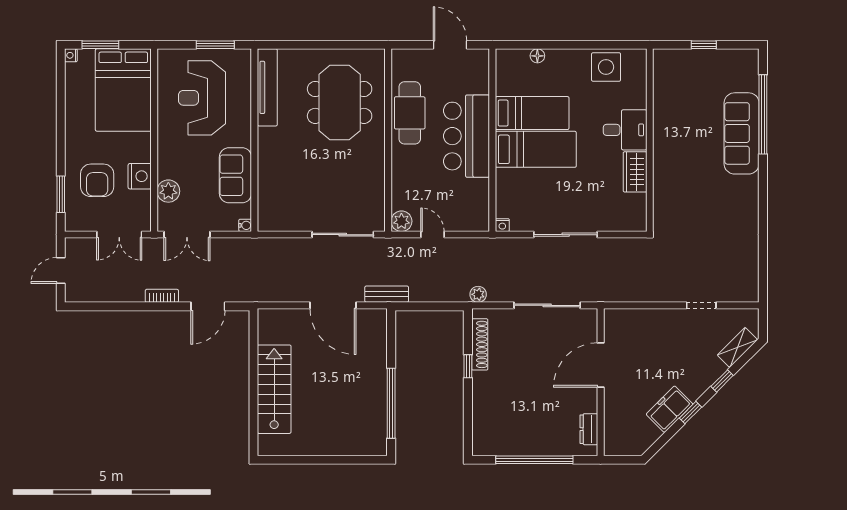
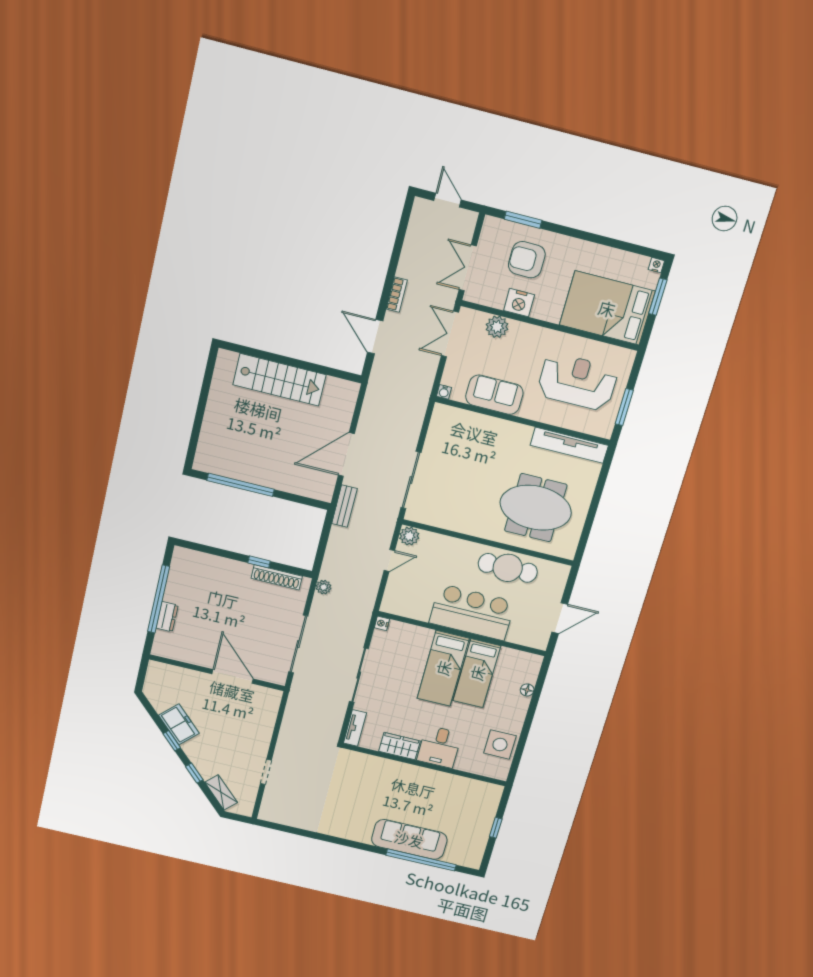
tv unit: (626, 224) -> (355, 728), added
dresser: (589, 429) -> (167, 617), moved, turned 90

